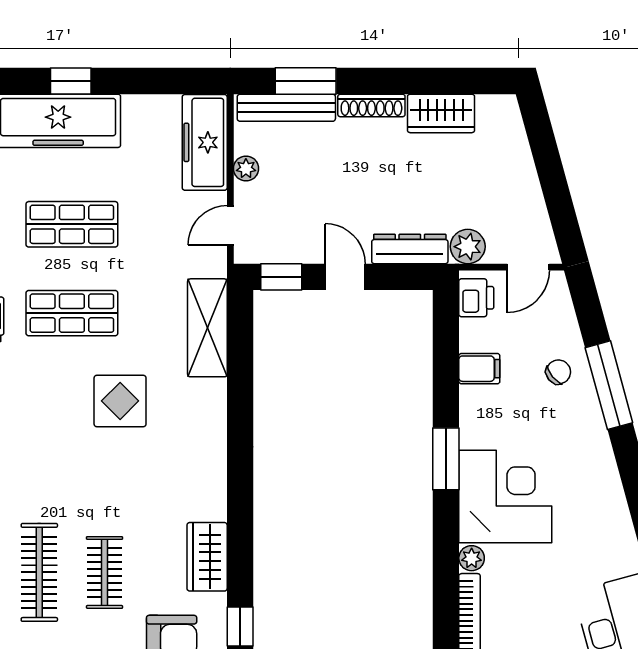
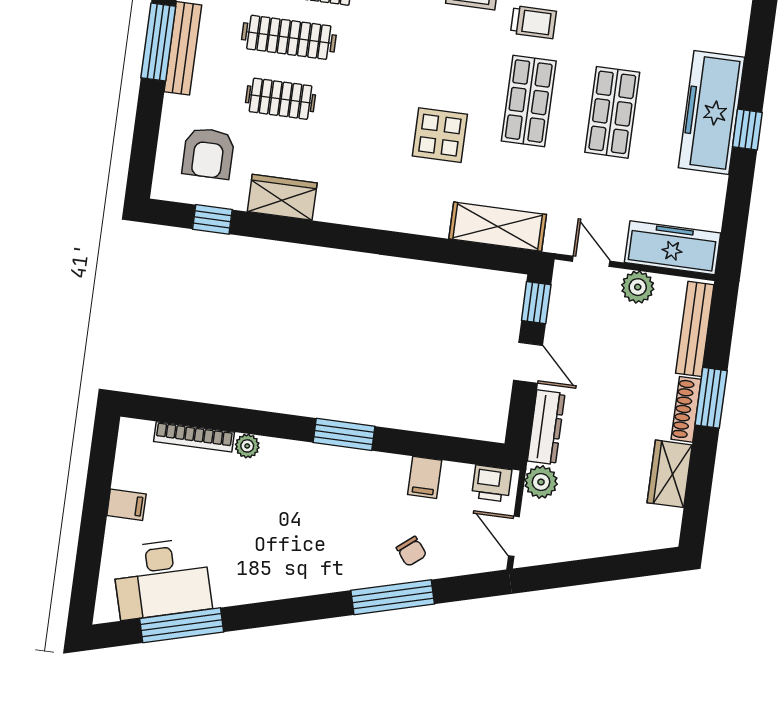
window: (306, 81) -> (711, 398), moved
plant: (246, 168) -> (638, 287), width x1.38, depth x1.38
door: (345, 277) -> (528, 363), hinge flipped
corner desk: (505, 497) -> (301, 486), removed

